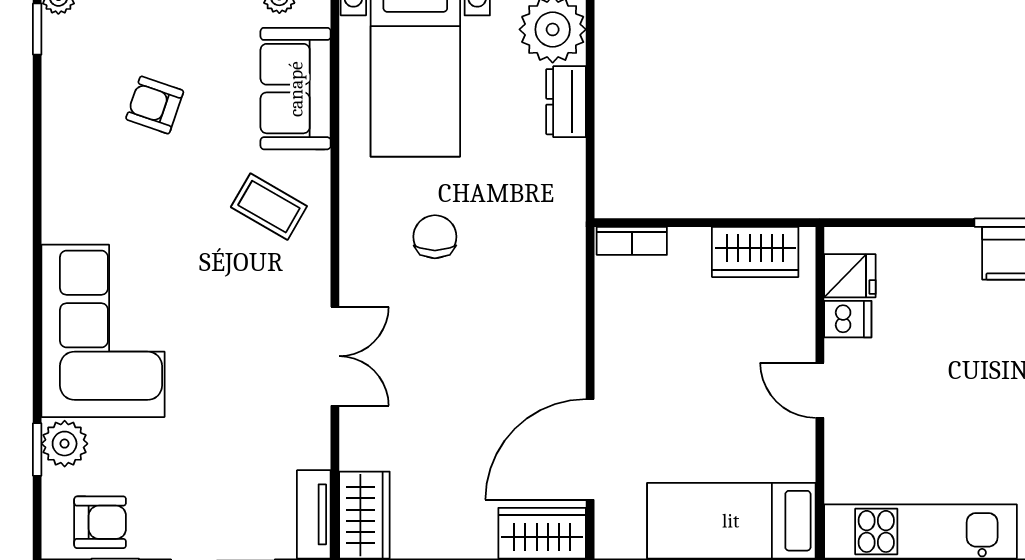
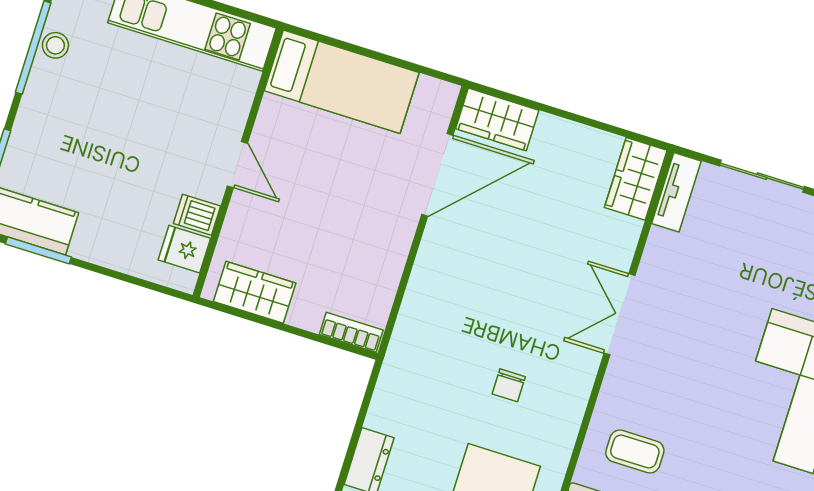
coffee table: (269, 207) -> (635, 452), turned -30
chair: (435, 237) -> (509, 385), width x0.73, depth x0.73

